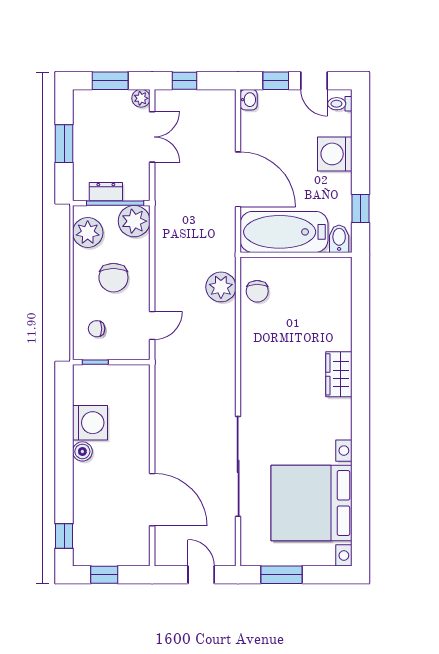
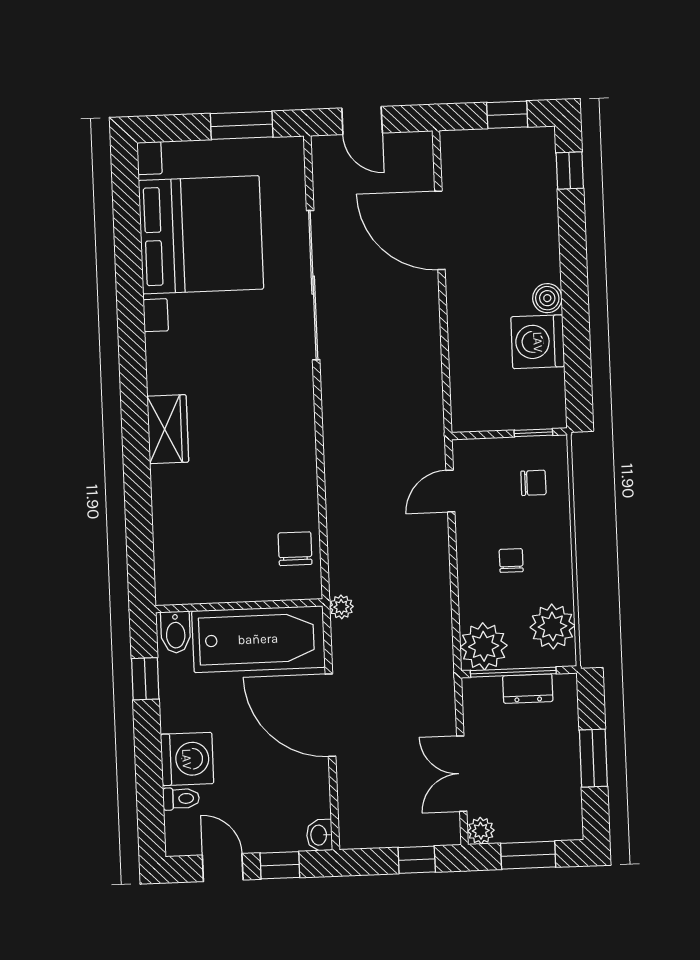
toilet: (340, 104) -> (181, 799), moved
chair: (113, 278) -> (511, 560), width x0.54, depth x0.54
plant: (221, 287) -> (341, 607), moved, width x0.53, depth x0.53

